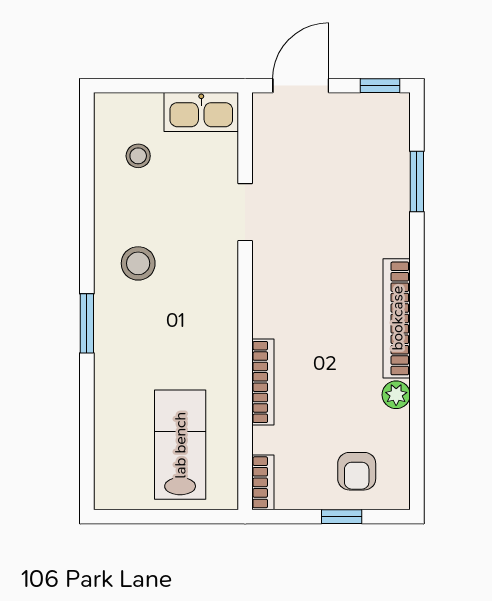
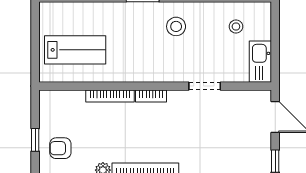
bookcase: (263, 482) -> (151, 96), moved

